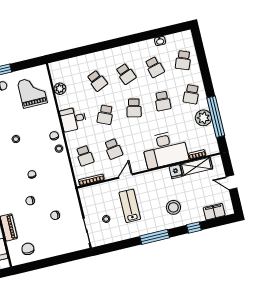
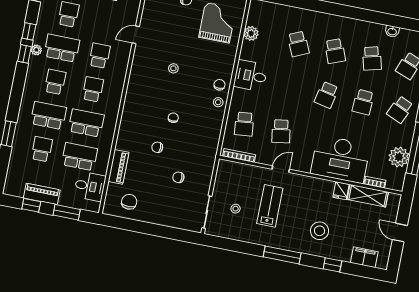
school desk: (105, 115) -> (290, 88), removed
plant: (203, 118) -> (399, 157), moved

